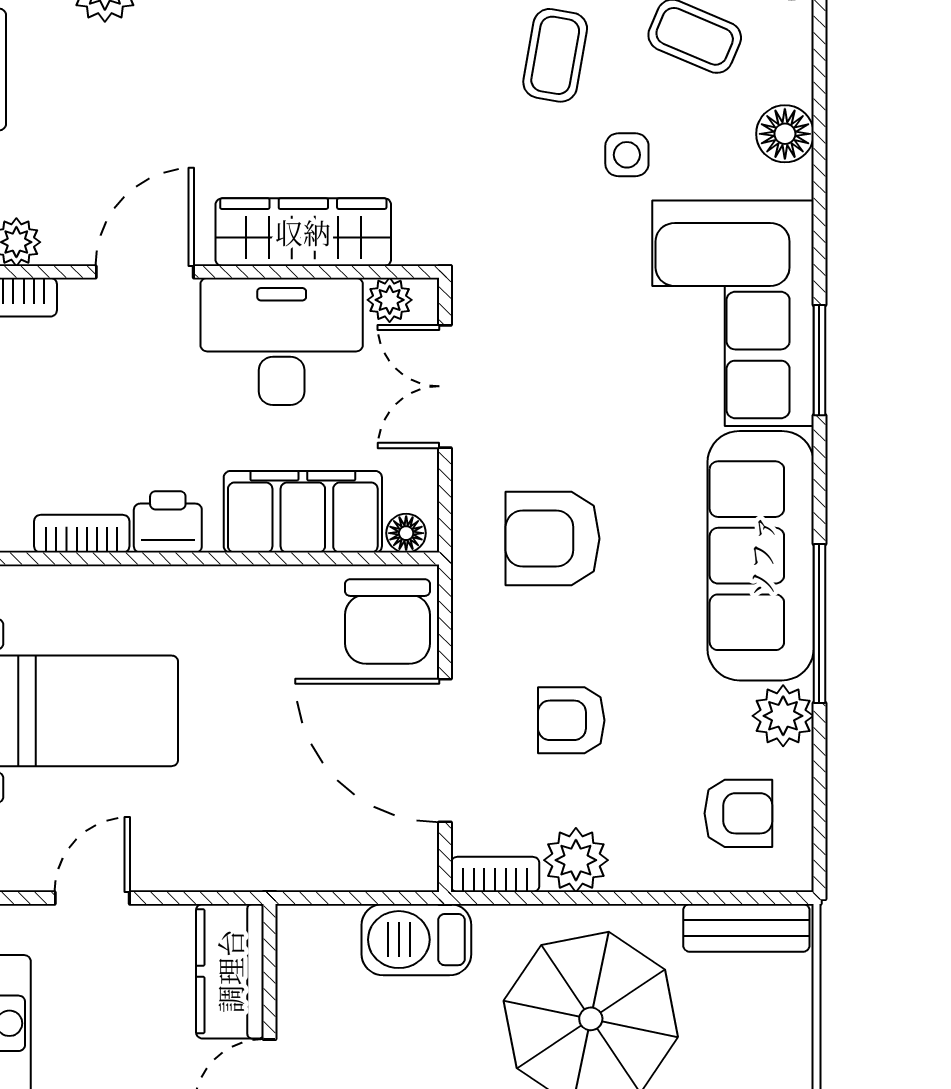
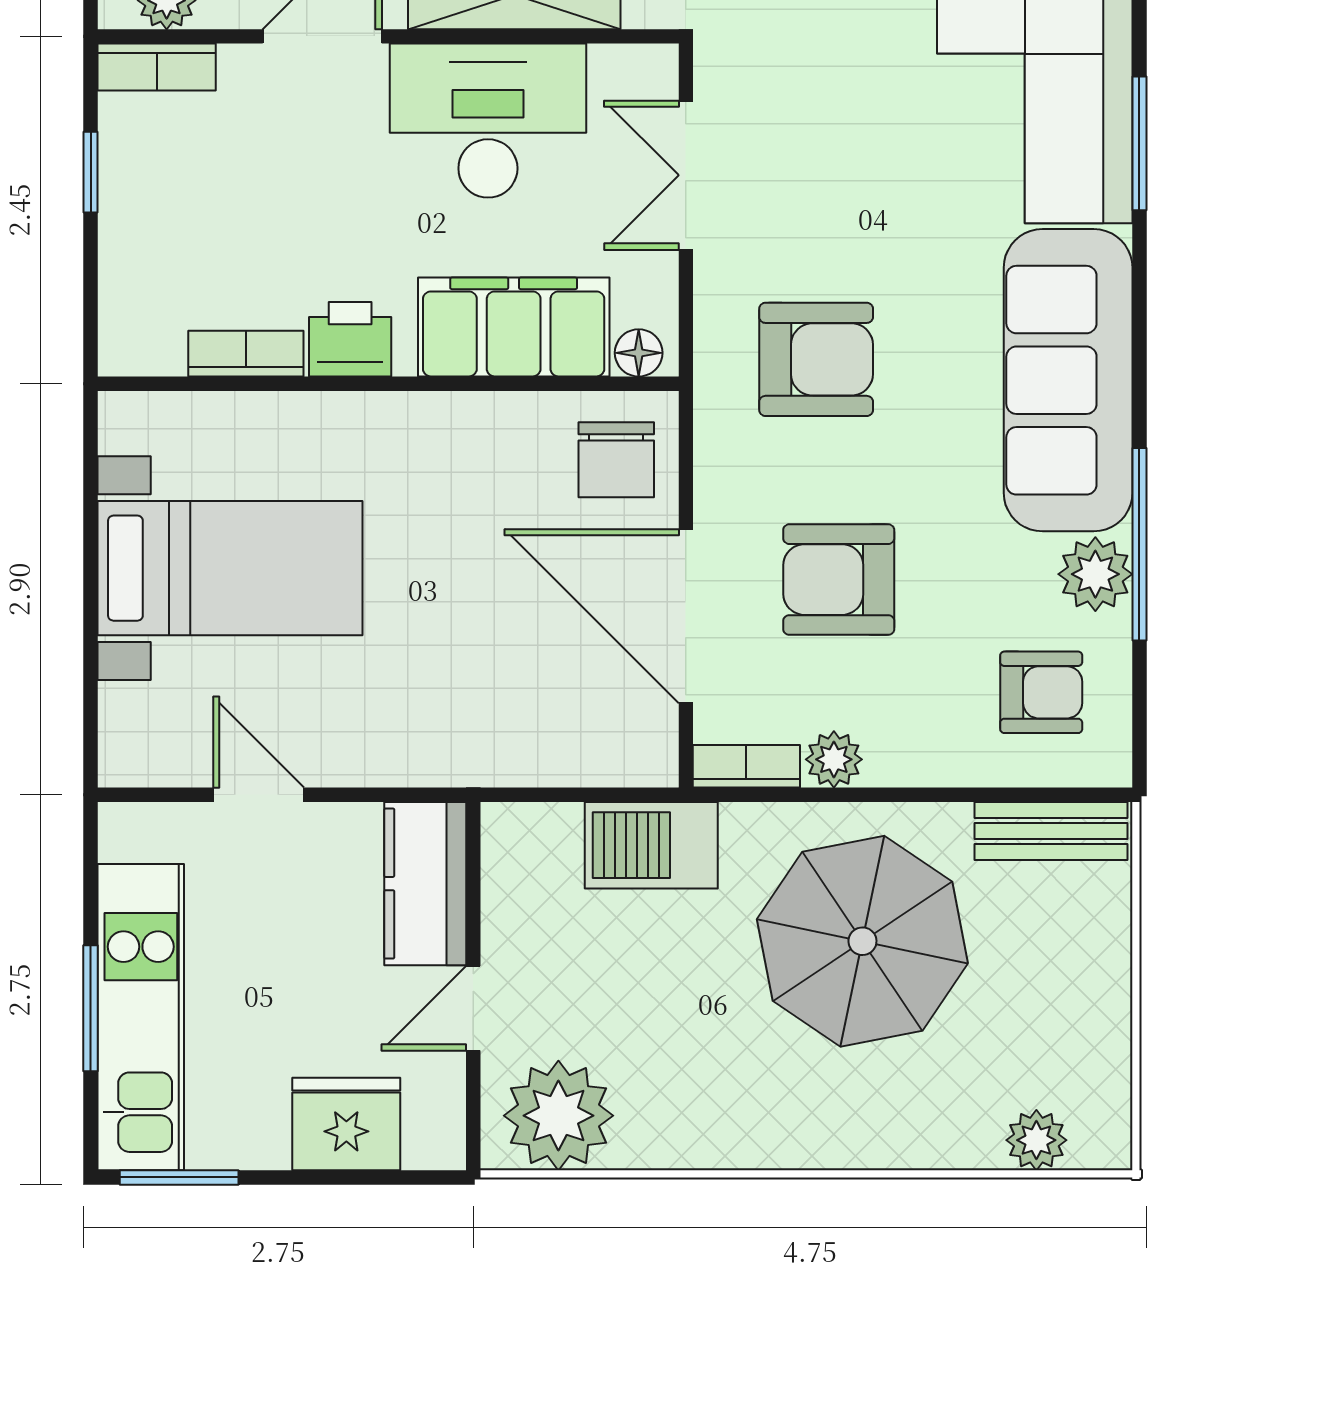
plant: (390, 300) -> (619, 70), removed
armchair: (553, 539) -> (816, 359), turned 180
chair: (388, 621) -> (616, 460), width x0.73, depth x0.73
window: (819, 624) -> (1139, 544), moved
armchair: (571, 720) -> (839, 580), width x1.38, depth x1.38
plant: (576, 860) -> (834, 759), width x0.73, depth x0.73
door: (92, 898) -> (259, 795), hinge flipped

